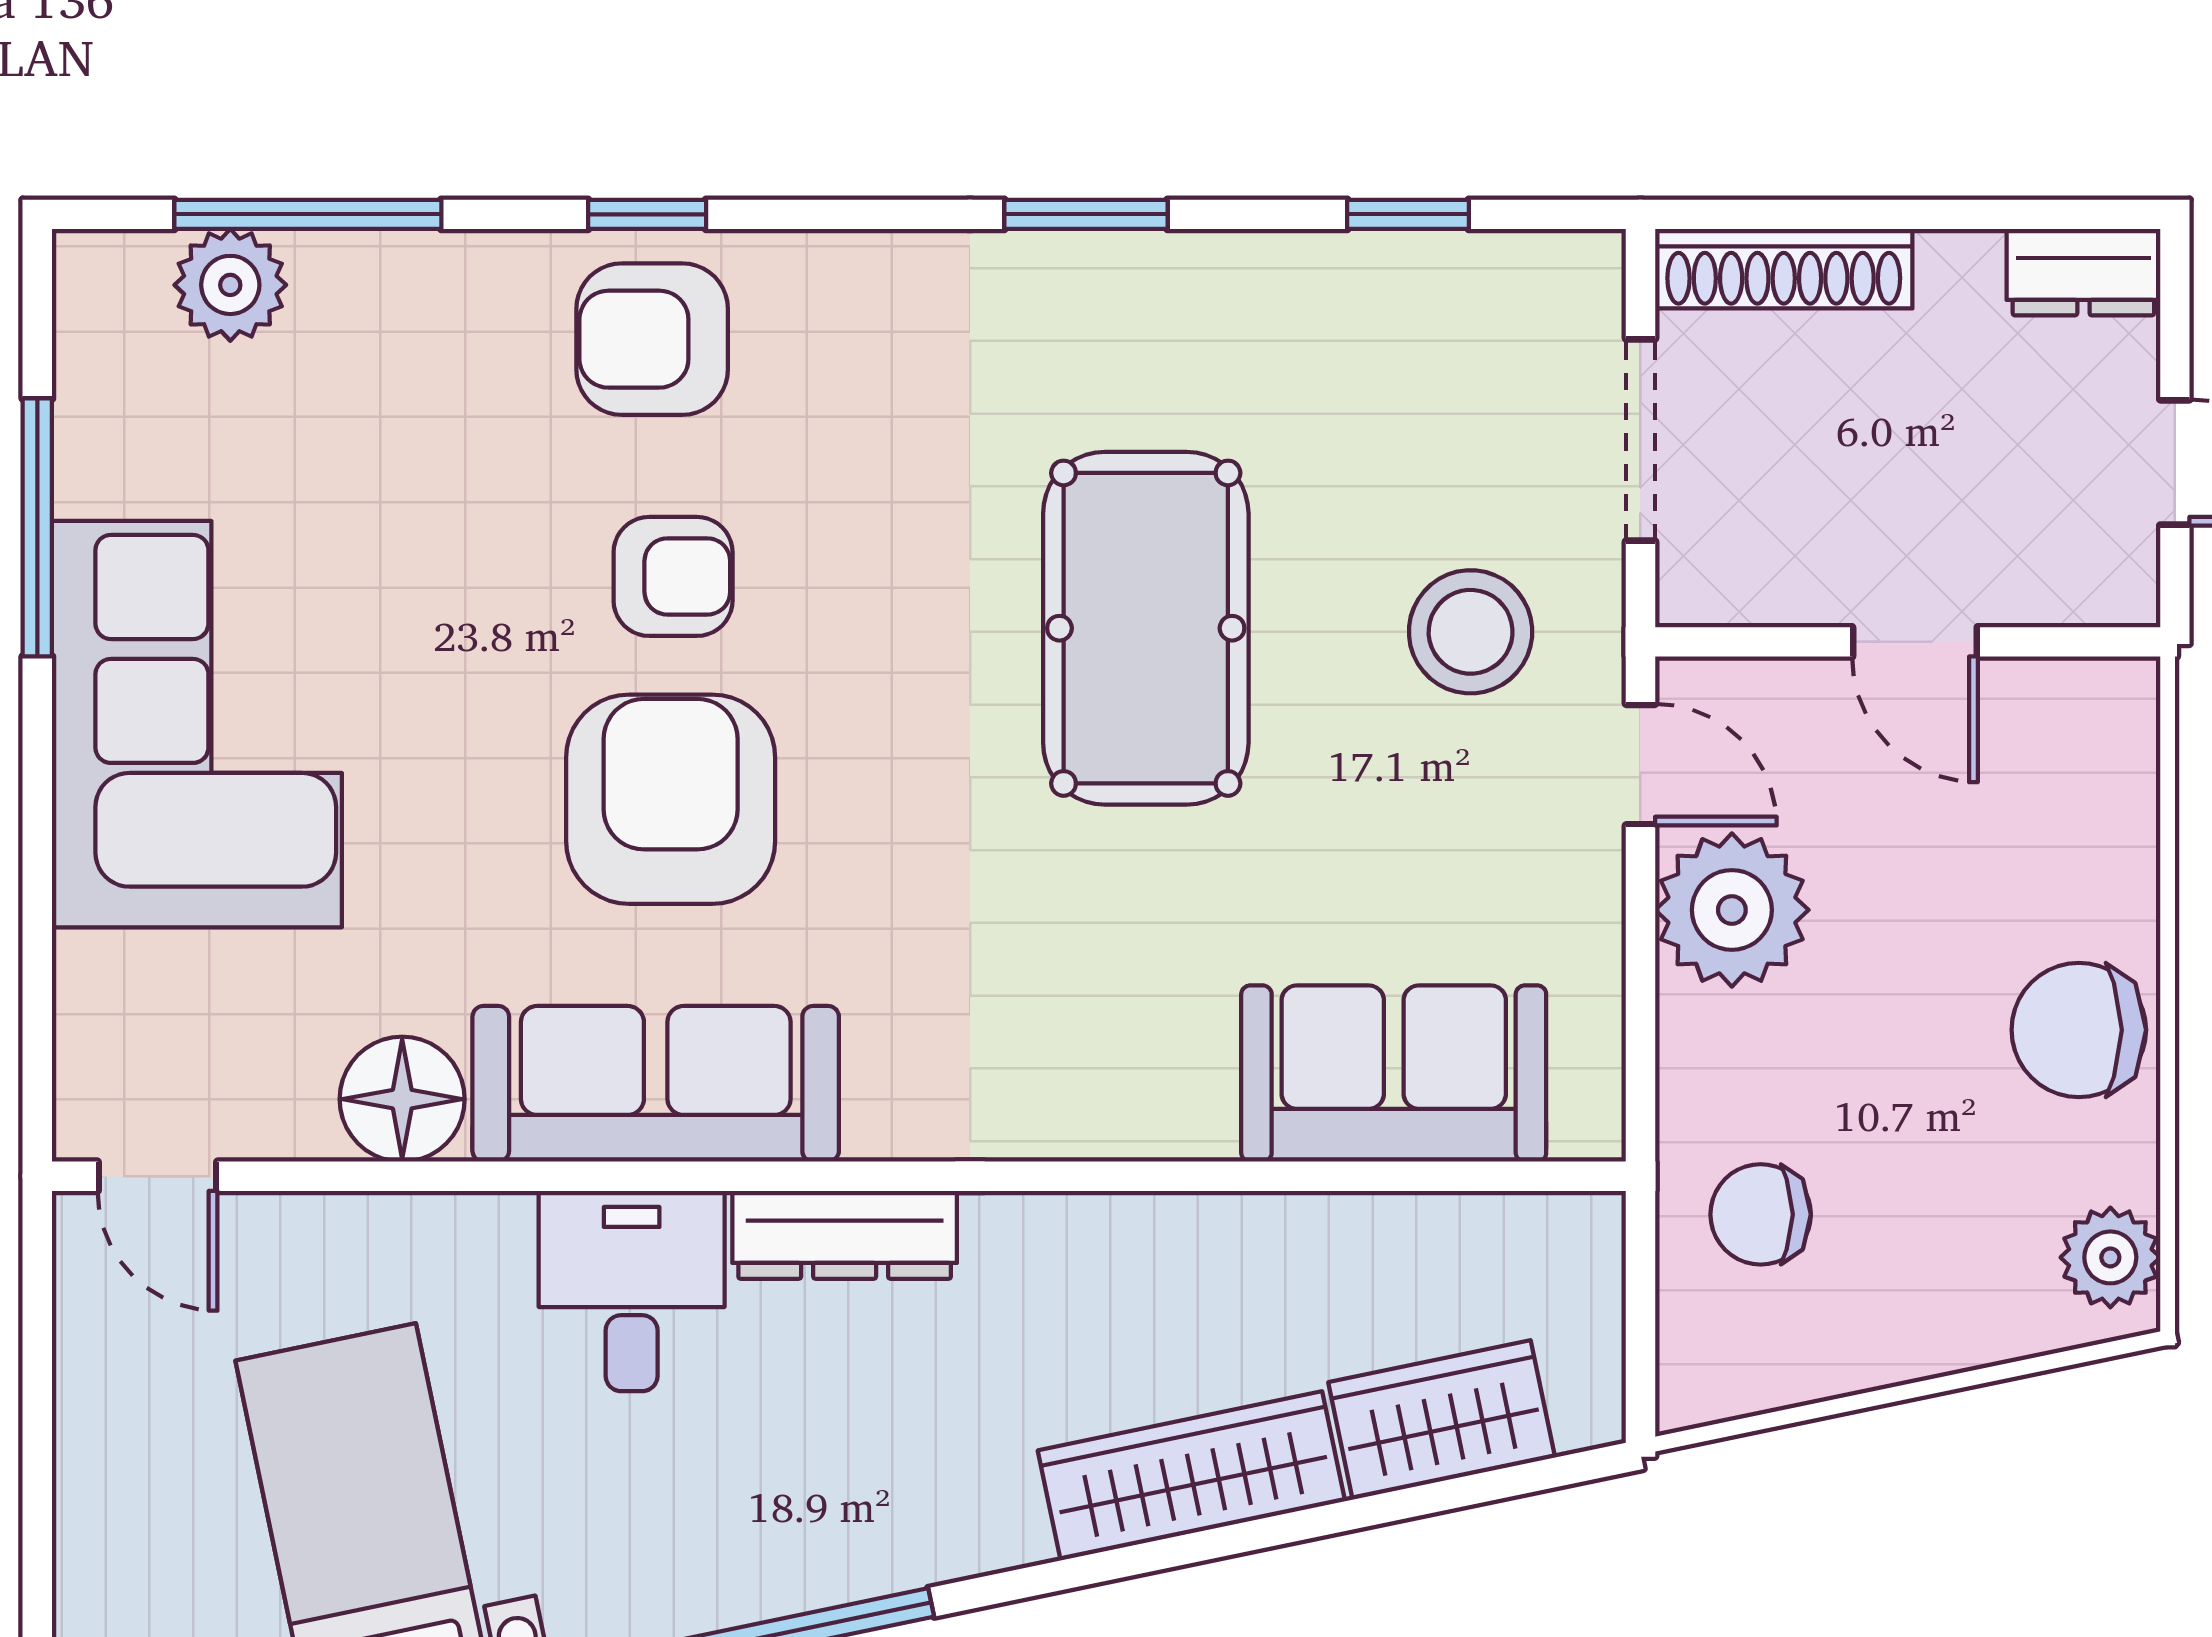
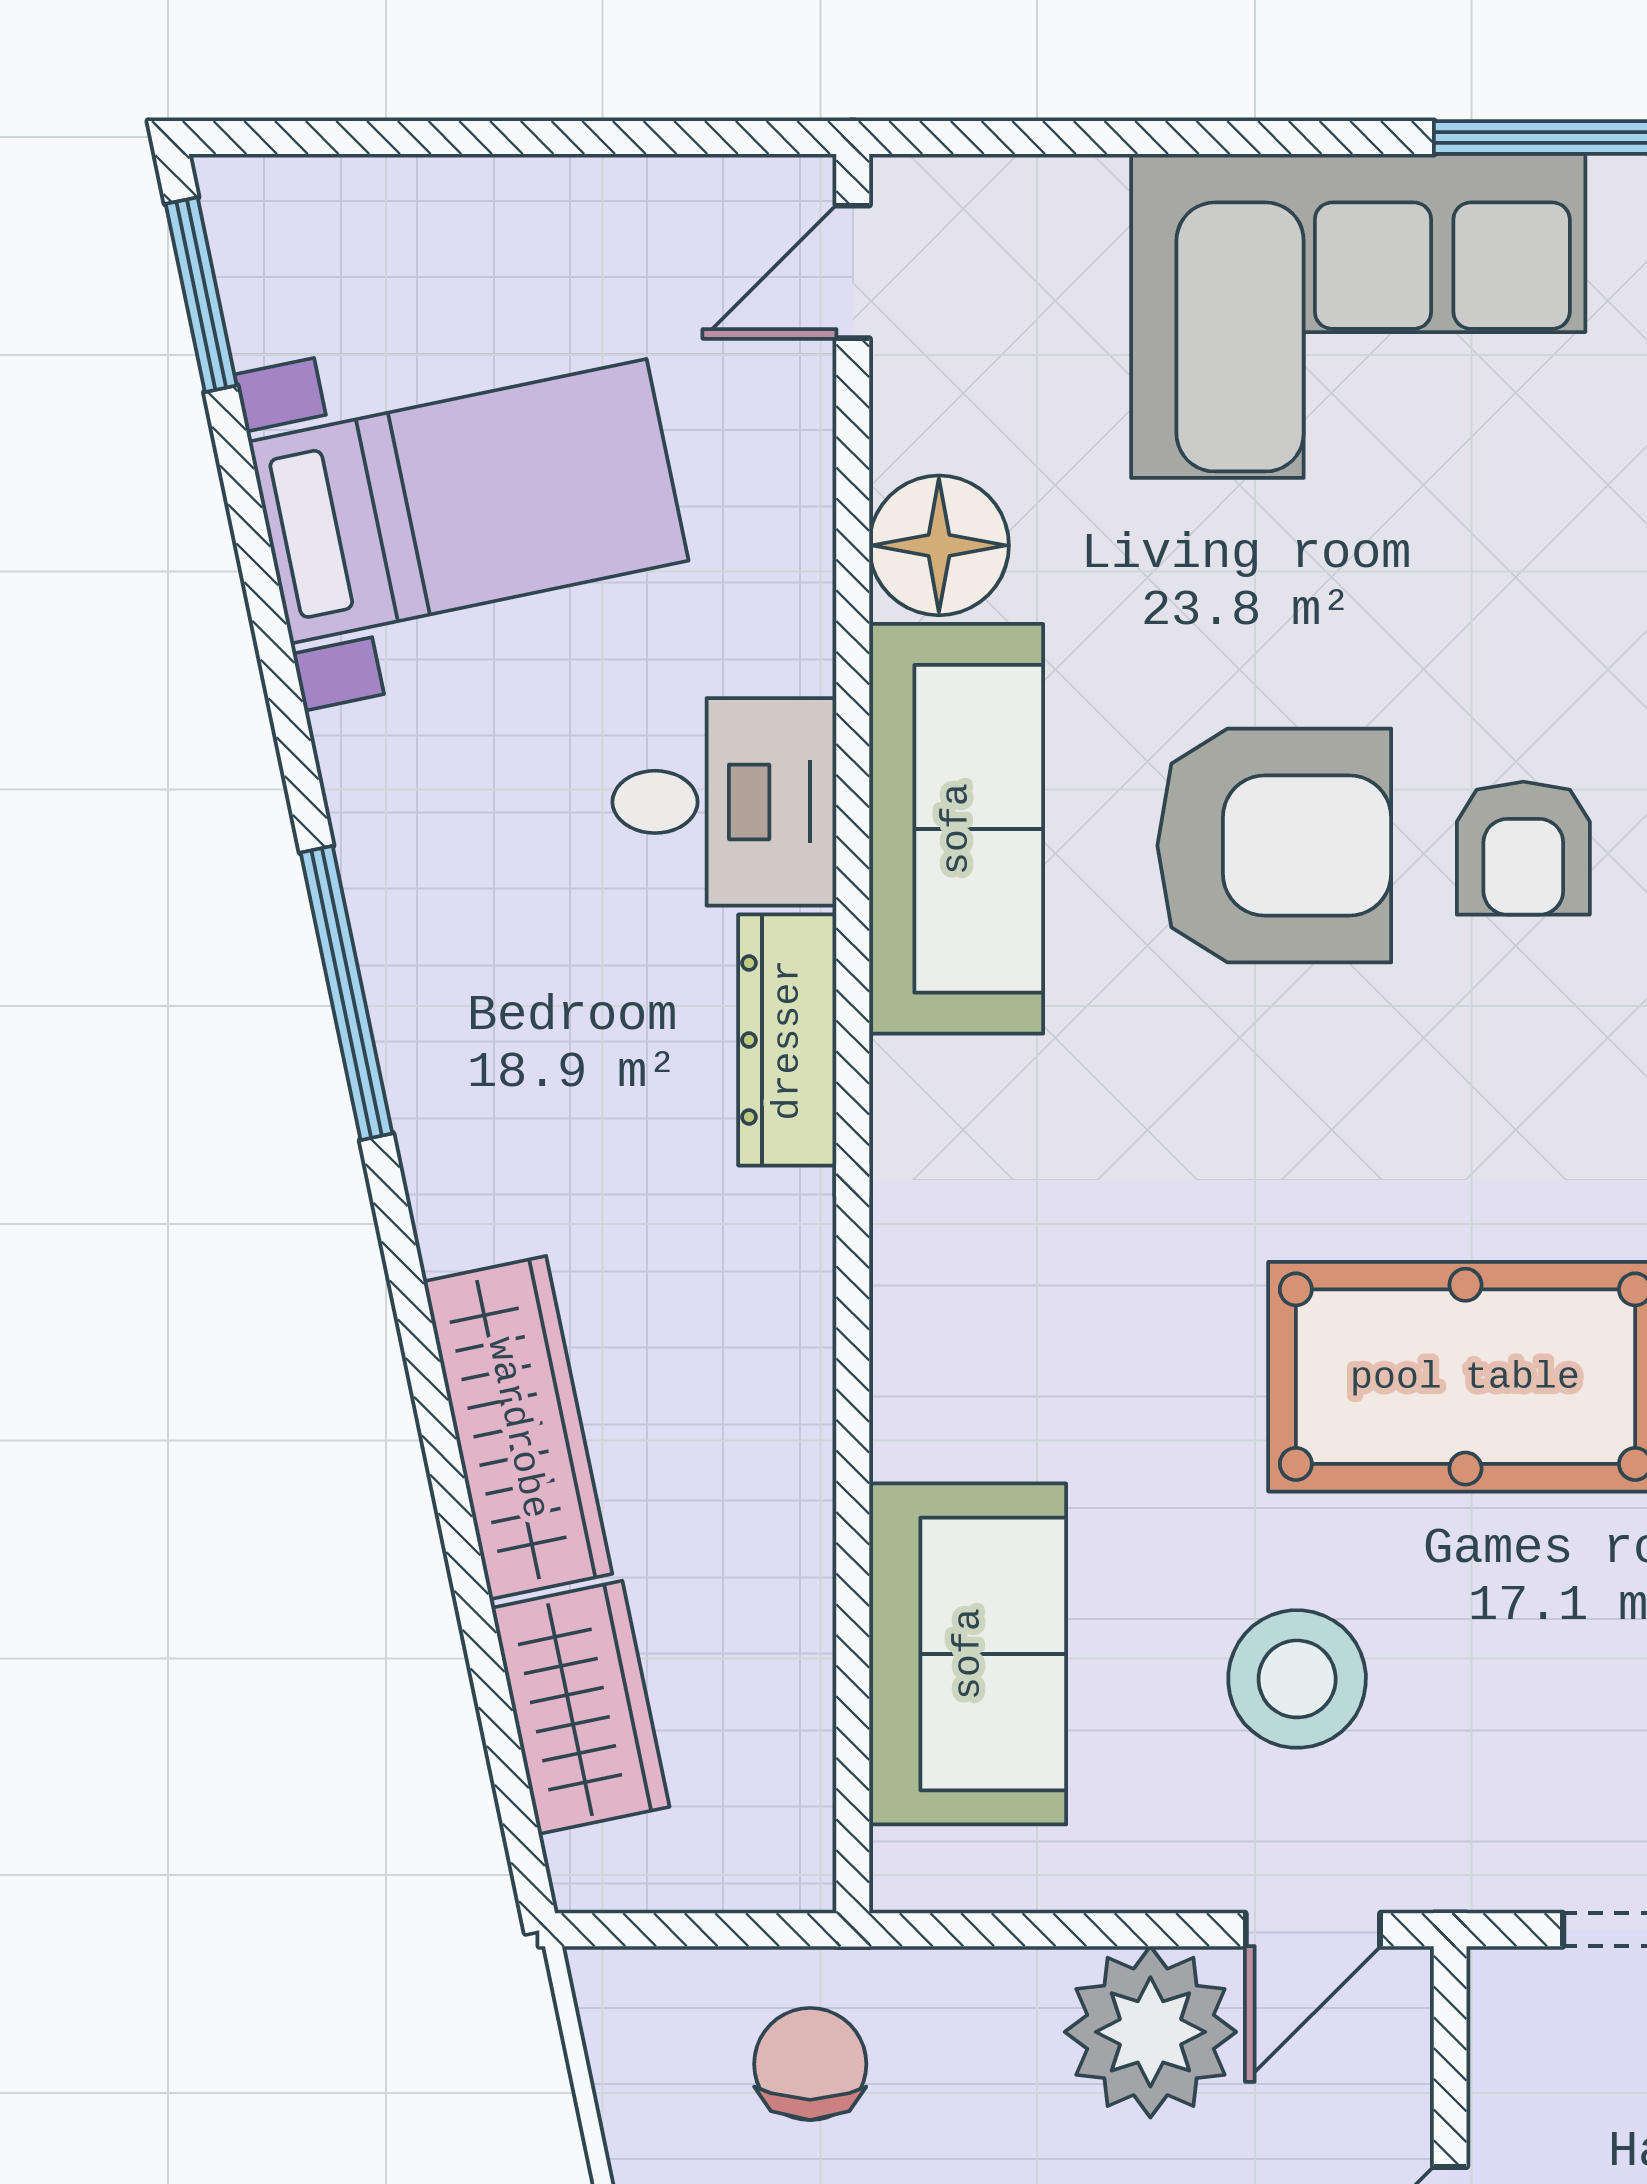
stool: (1471, 632) -> (1297, 1679), moved

